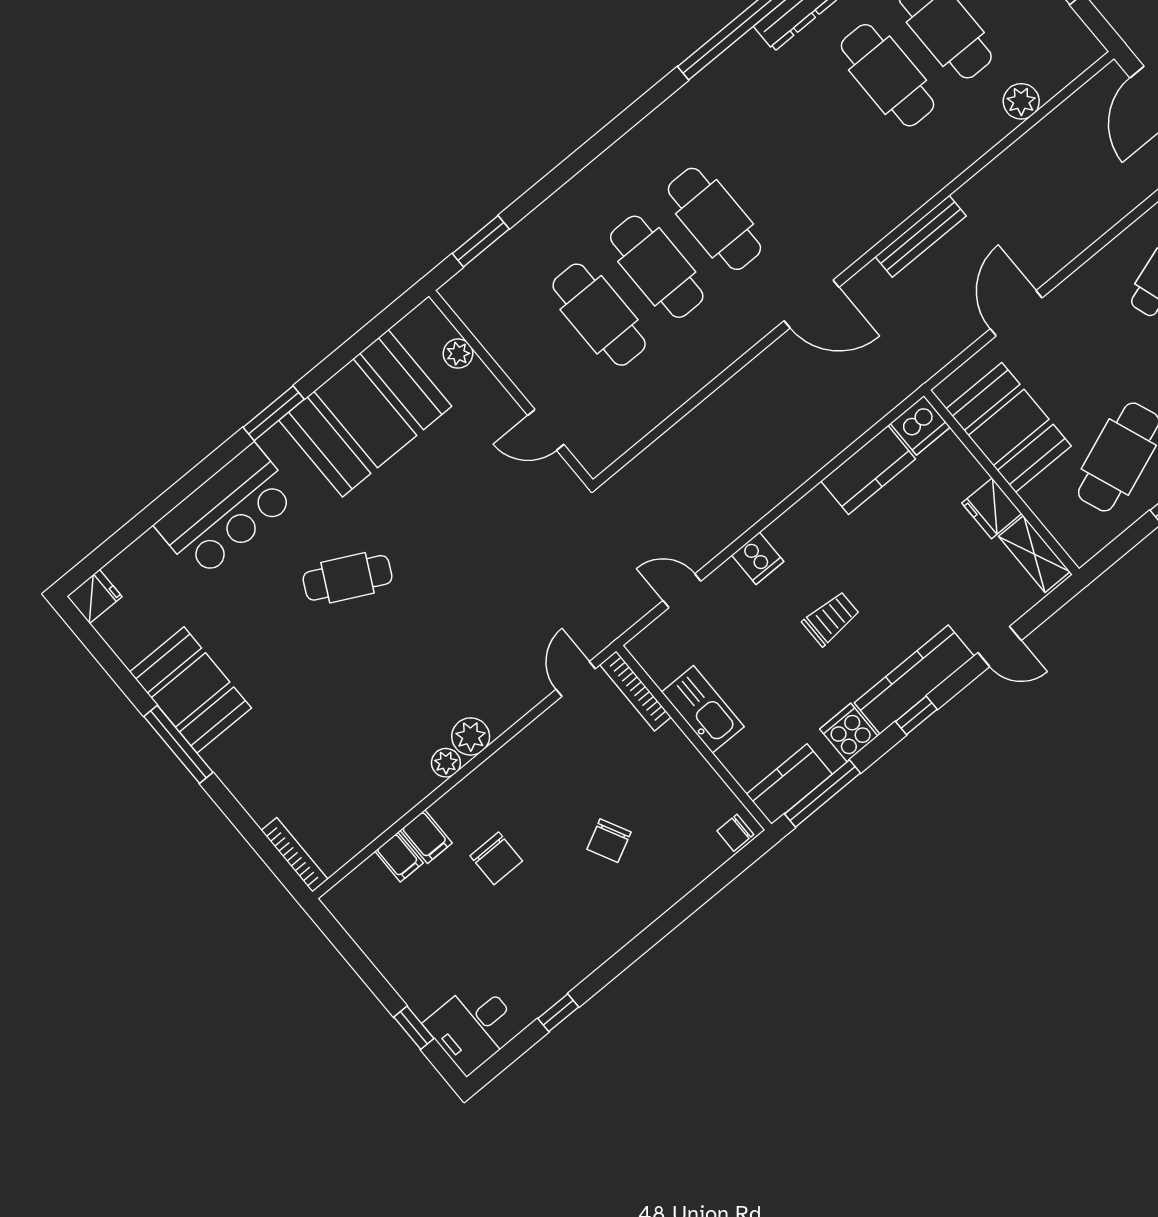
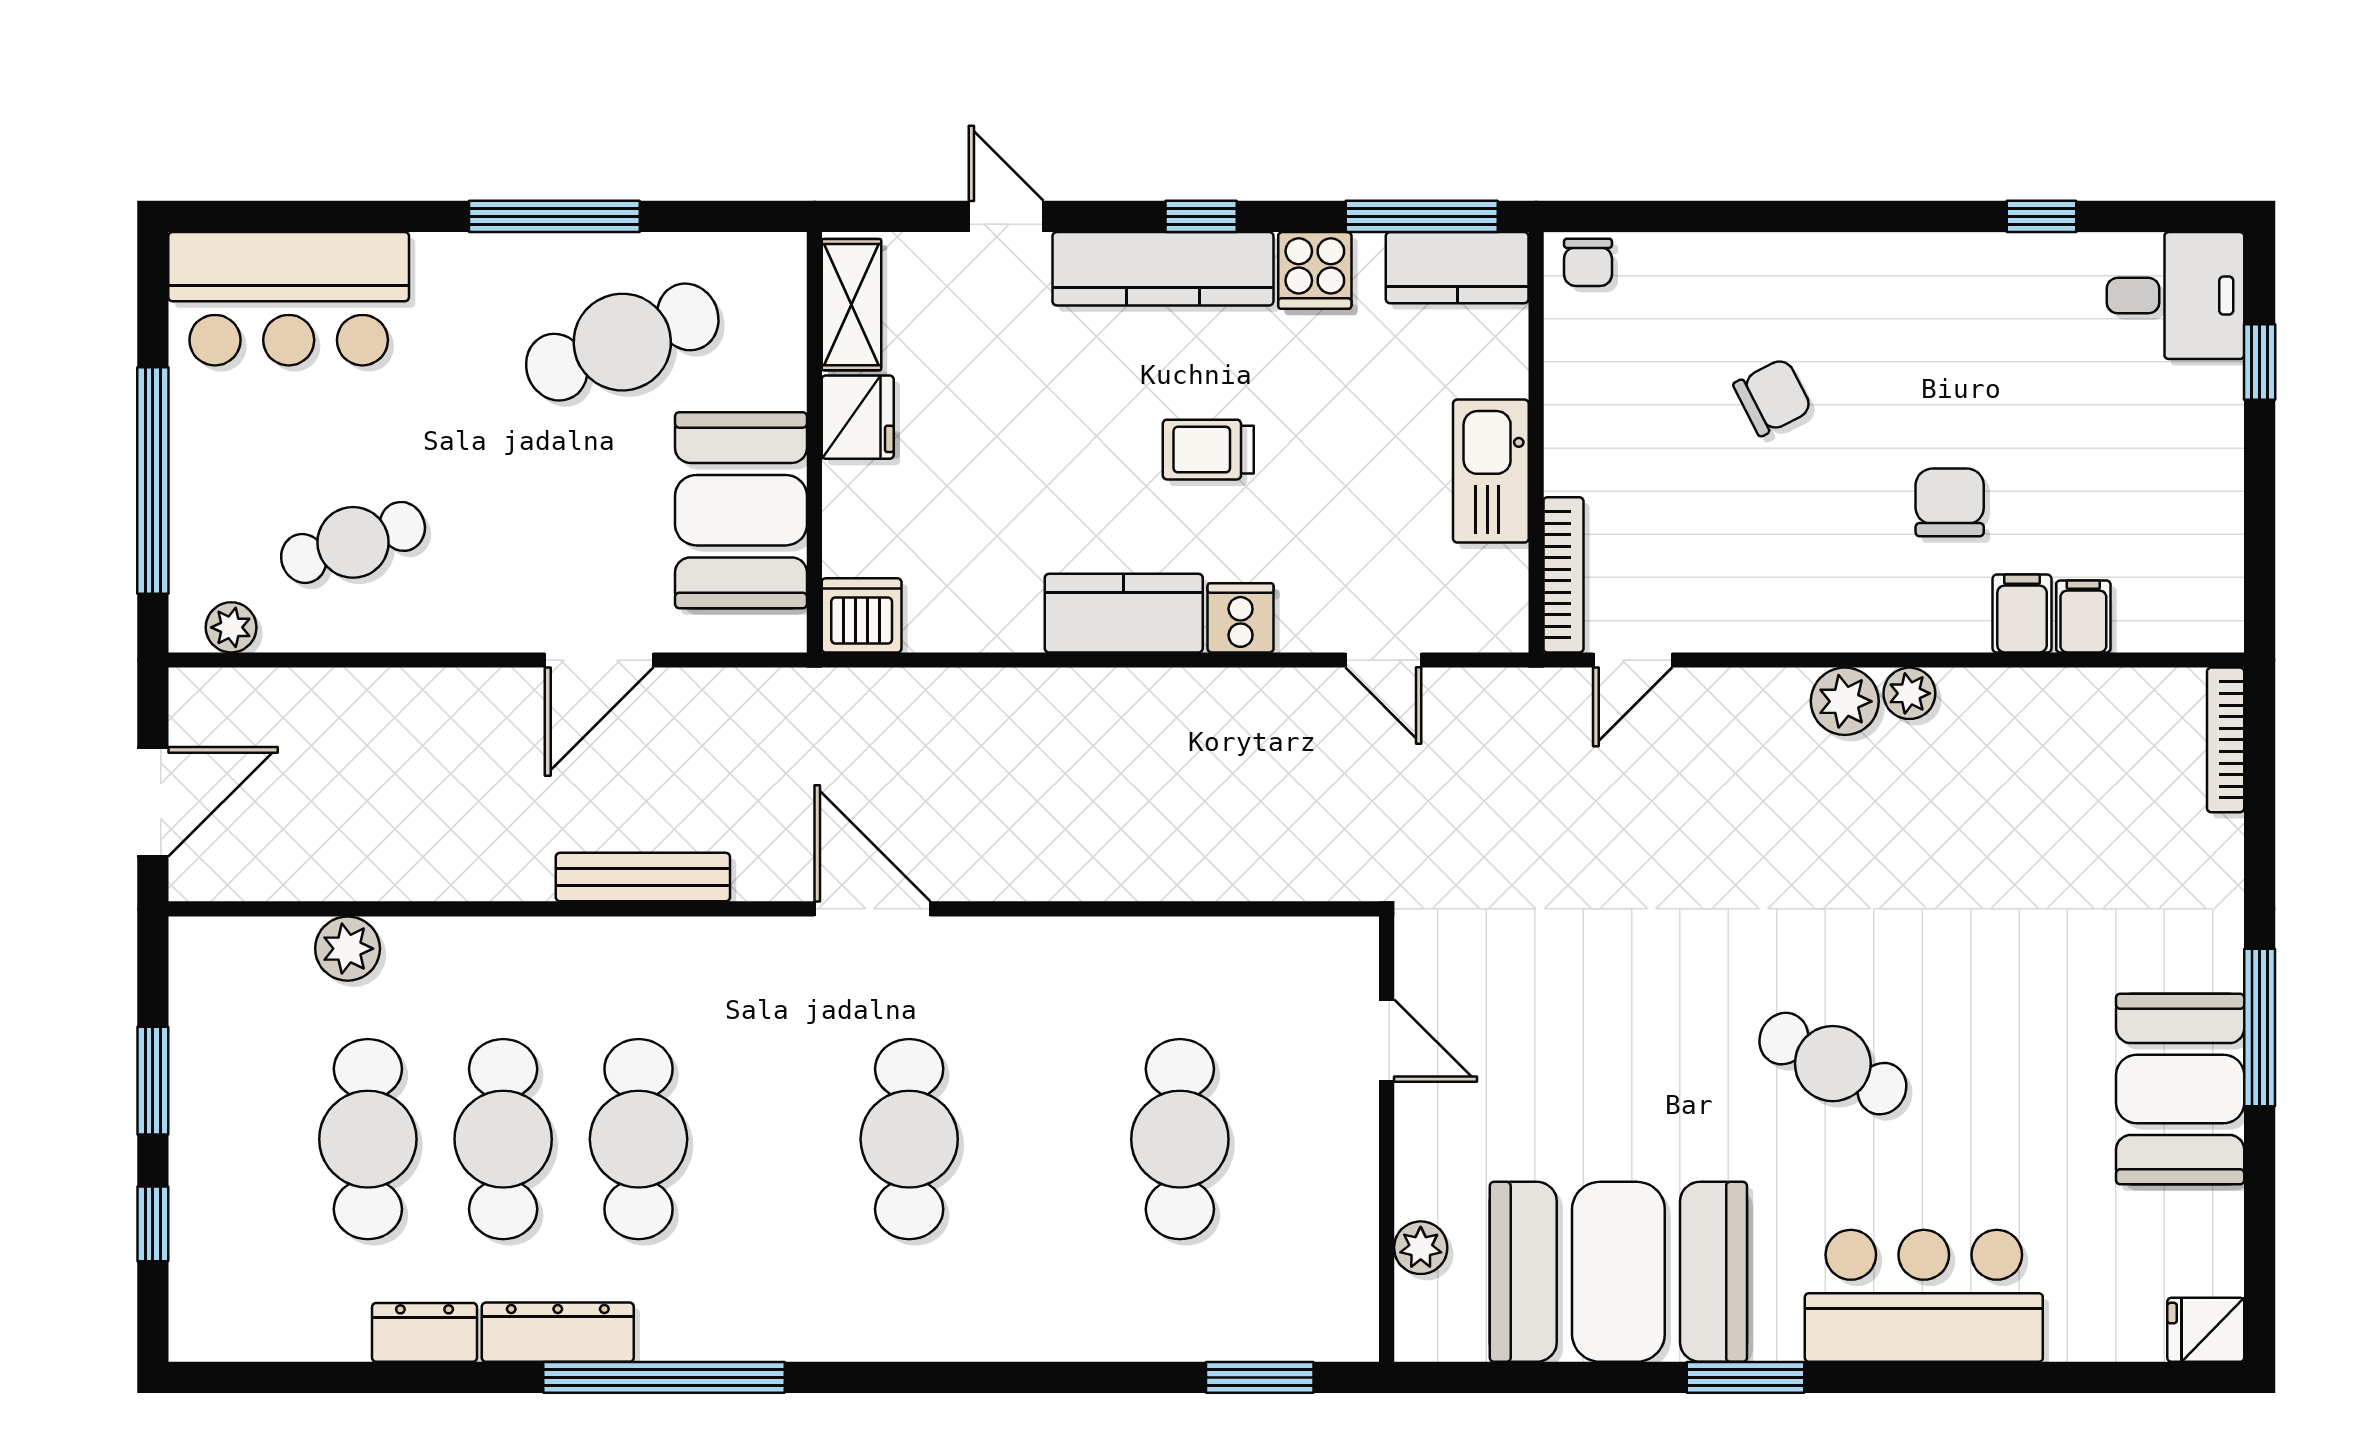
cafe table: (657, 267) -> (639, 1139), moved
kitchen counter: (868, 470) -> (1124, 613), moved
chair: (735, 833) -> (1588, 262), turned 90

